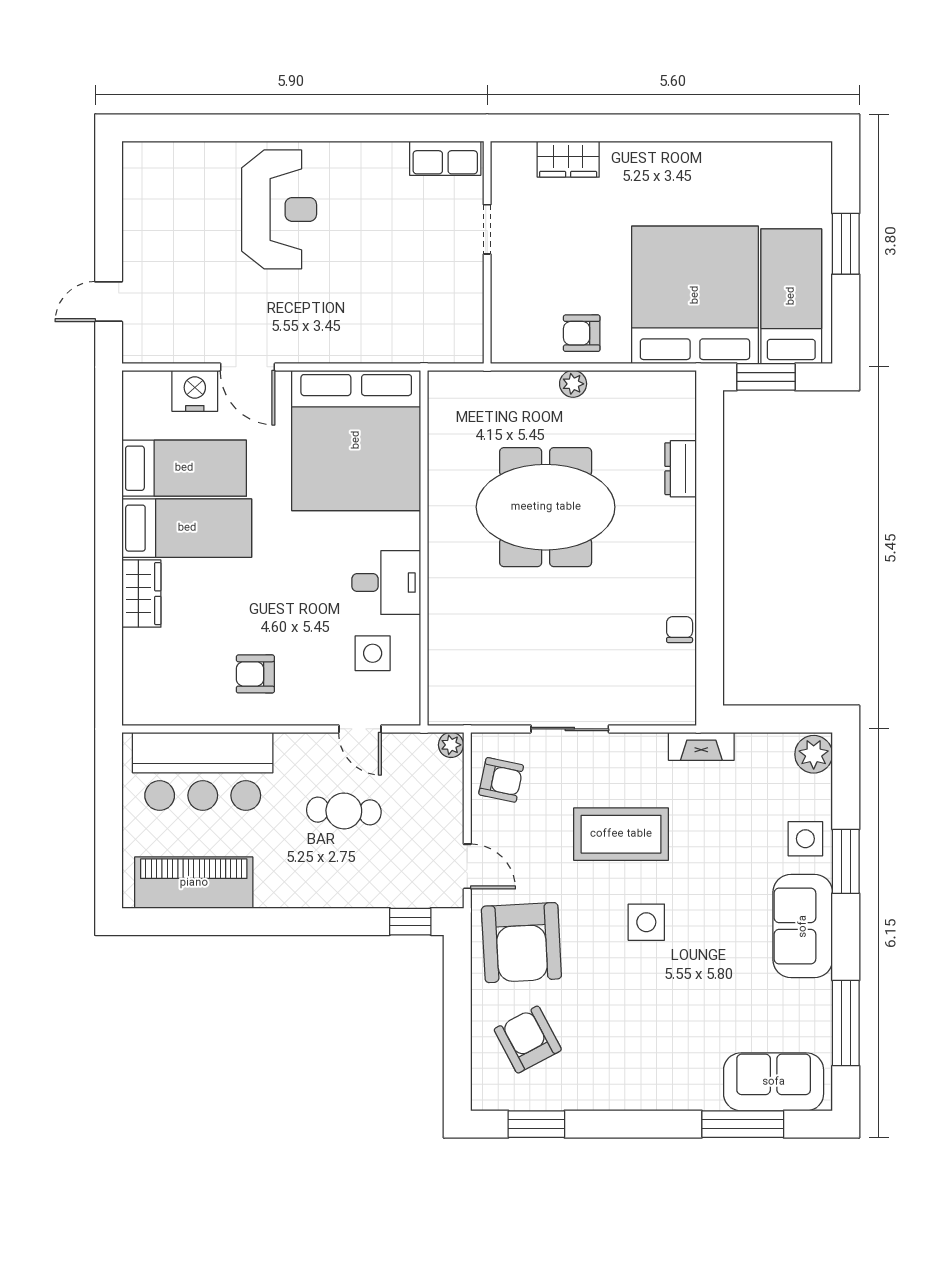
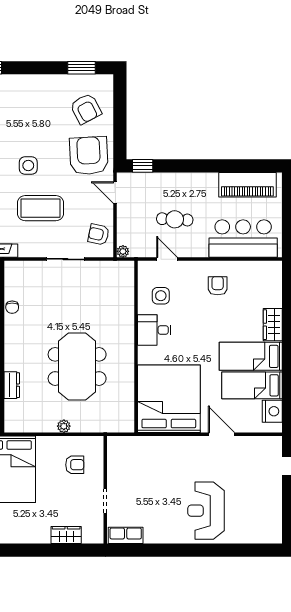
armchair: (582, 333) -> (75, 465), moved
nightstand: (195, 391) -> (272, 411), moved, turned -90
meeting table: (546, 507) -> (77, 366), turned 90
armchair: (255, 674) -> (218, 286), turned -90

